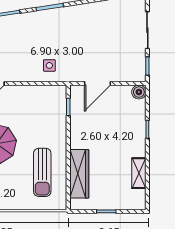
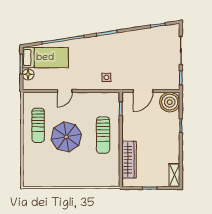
boiler: (139, 92) -> (170, 102), width x1.86, depth x1.86
sun lounger: (42, 172) -> (103, 135), moved
shelving: (139, 173) -> (174, 175), moved

